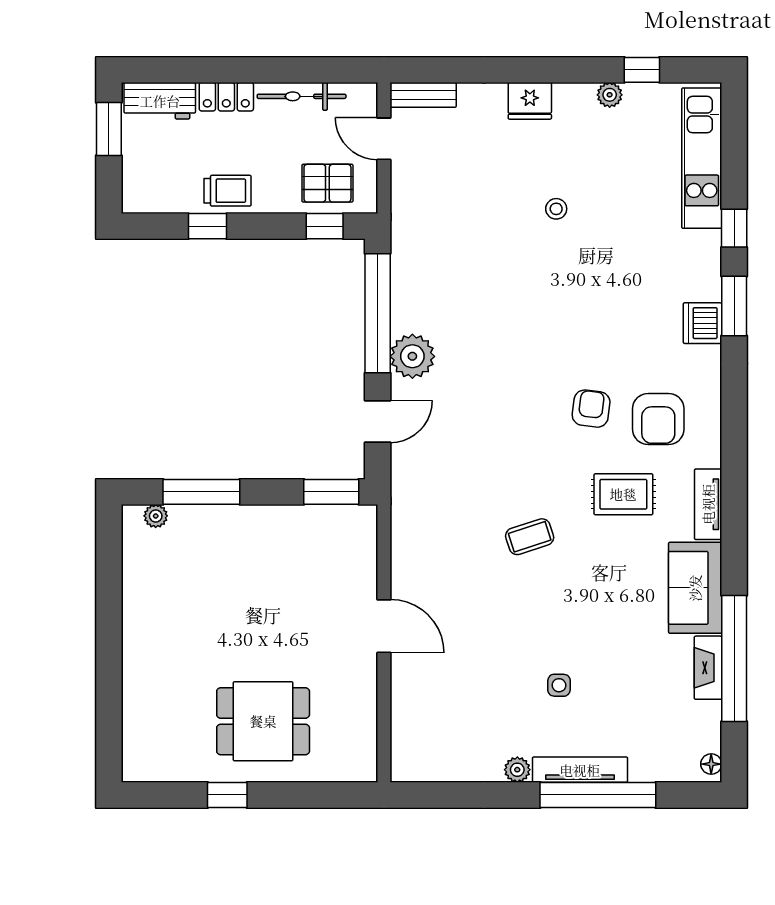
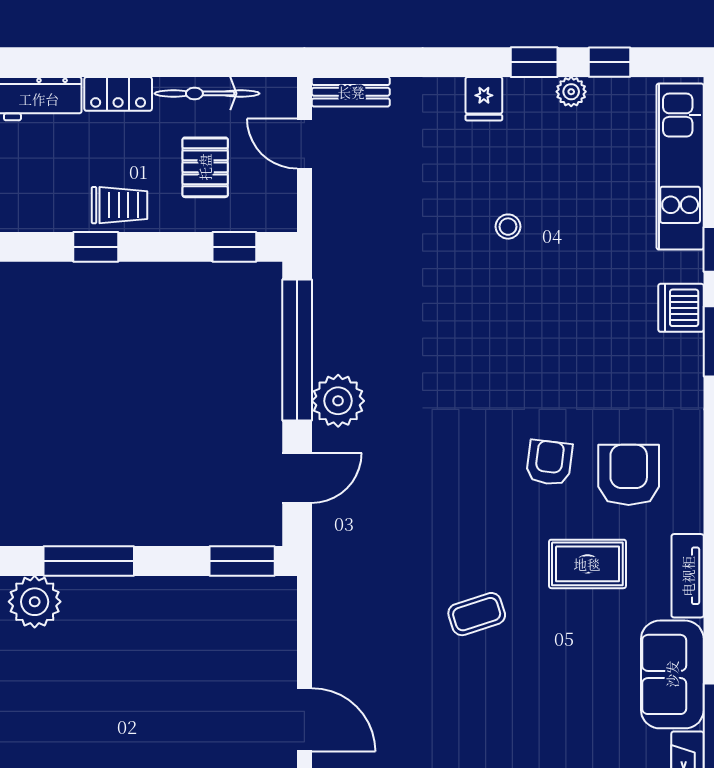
window: (578, 70) -> (534, 62), added
fridge: (530, 101) -> (484, 99), width x0.72
pallet: (327, 183) -> (205, 167), moved, turned 90
dishwasher: (702, 323) -> (681, 308), moved
armchair: (658, 419) -> (629, 475), turned 180
plant: (156, 516) -> (35, 602), width x1.88, depth x1.88

